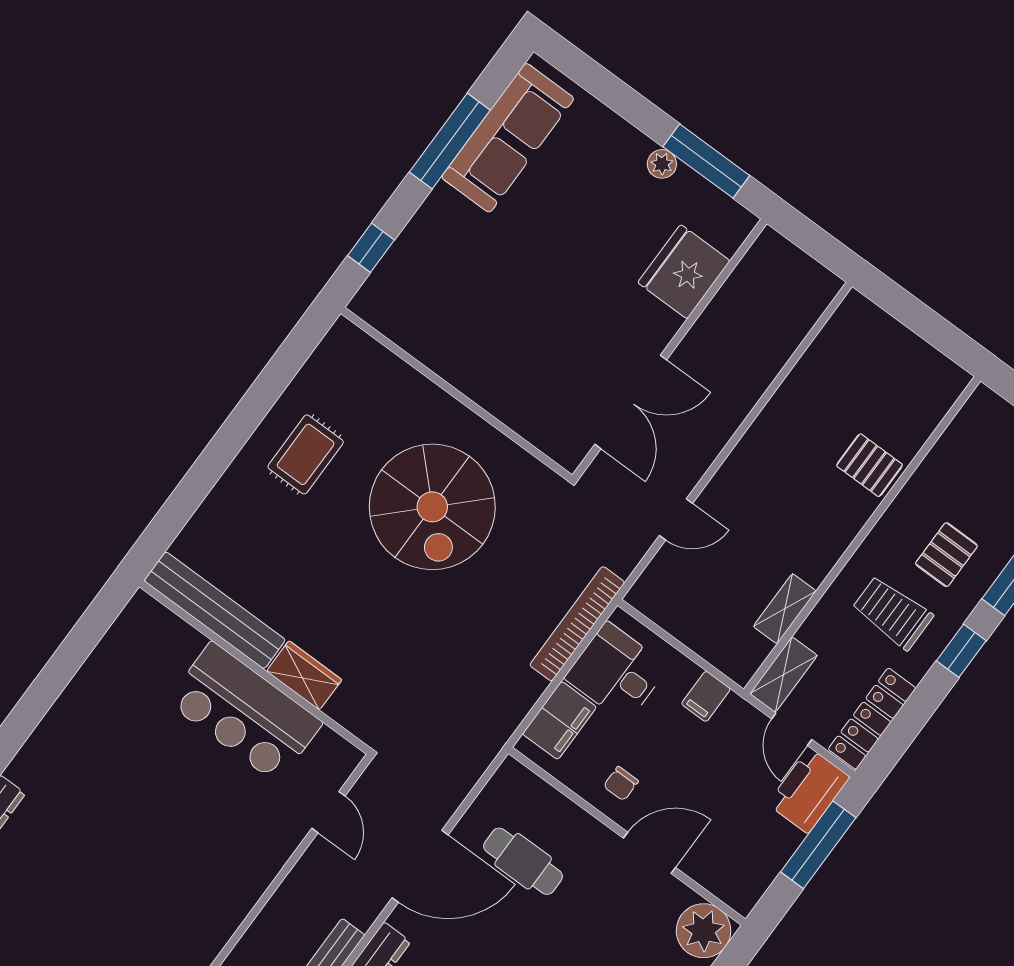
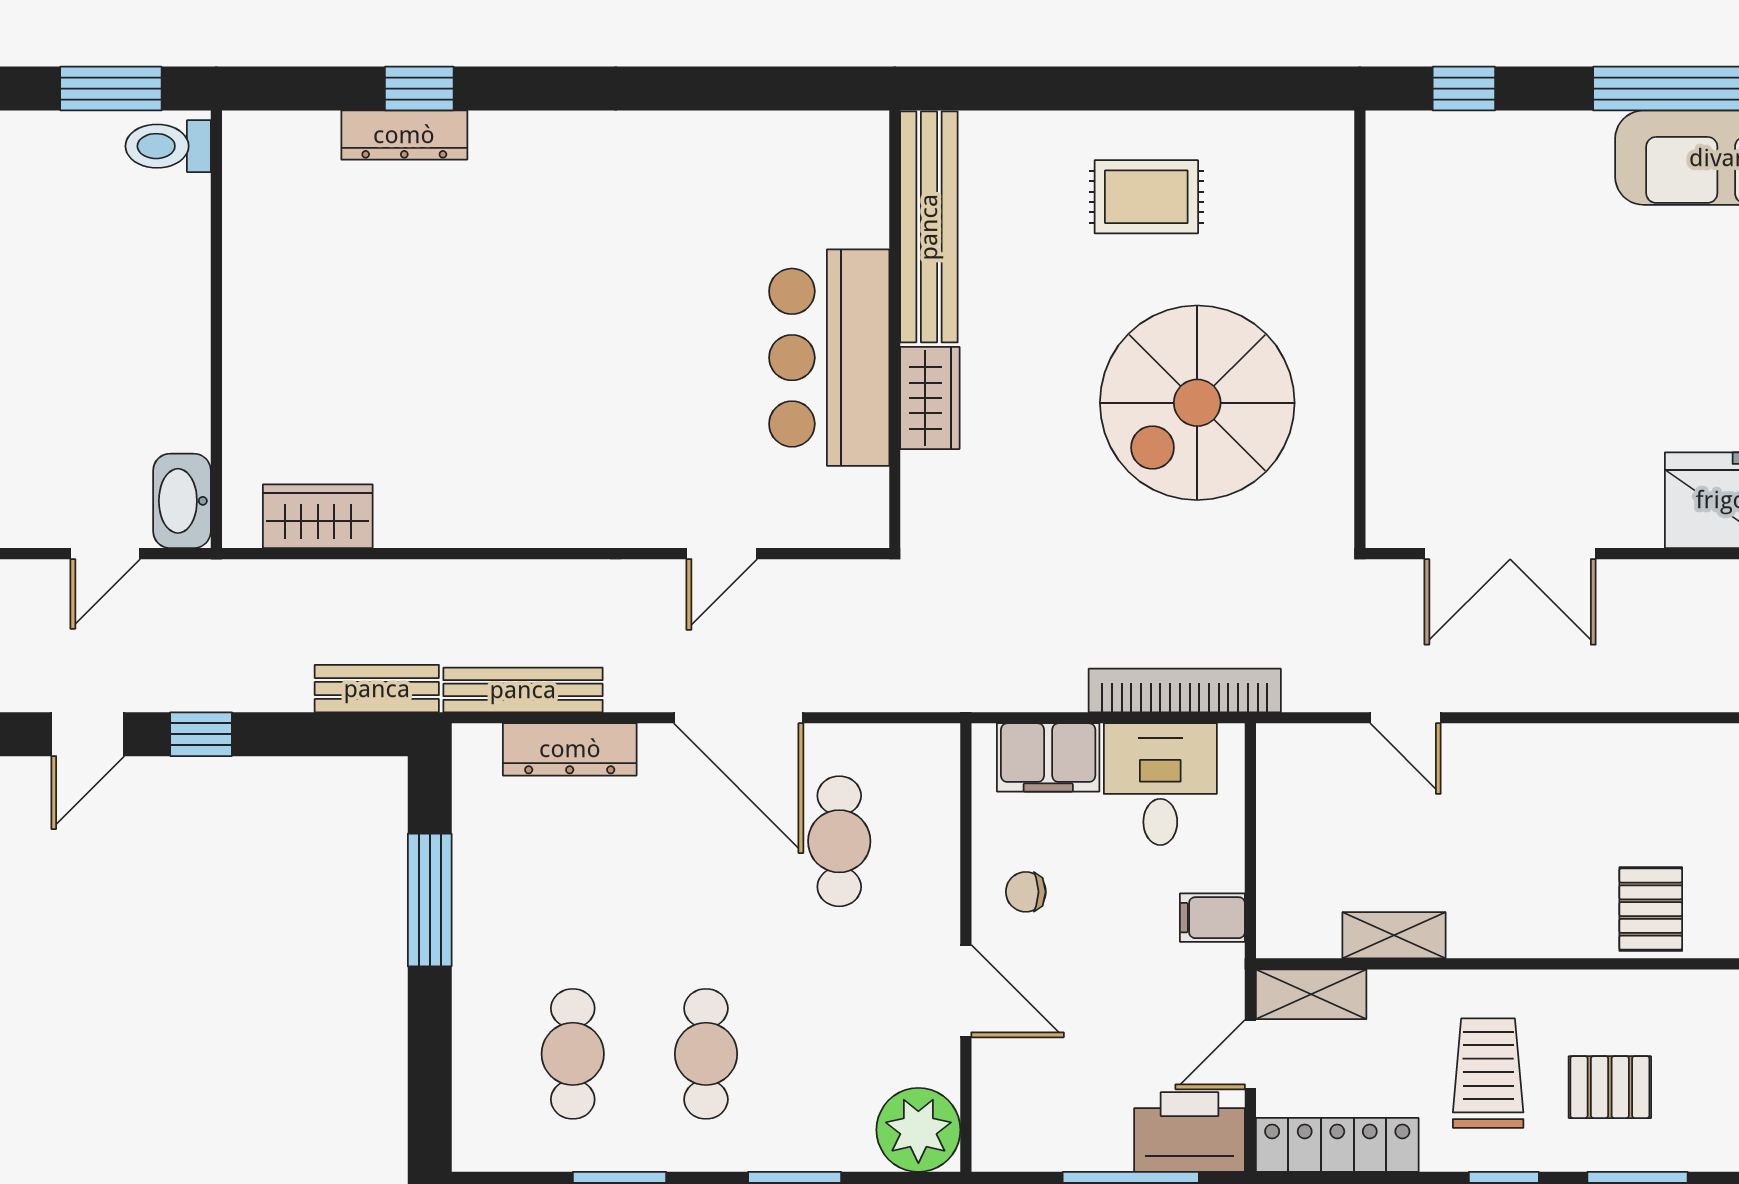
bench: (215, 610) -> (929, 227), moved
wall: (255, 667) -> (895, 329), moved
wardrobe: (304, 675) -> (930, 398), moved
bar counter: (245, 712) -> (829, 358), moved

